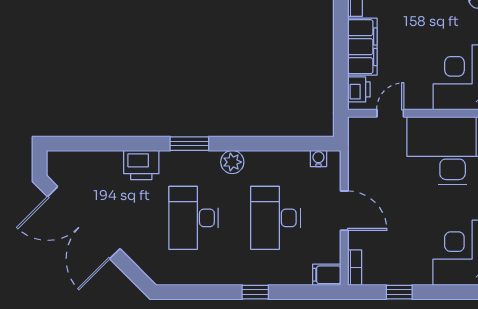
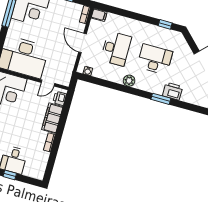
window: (189, 144) -> (161, 99), moved
desk: (194, 218) -> (155, 59), turned -90
window: (255, 292) -> (165, 24), moved

